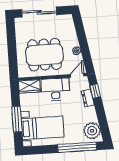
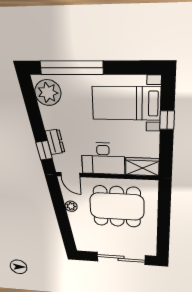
door: (77, 75) -> (70, 175), hinge flipped
window: (17, 119) -> (167, 120), width x0.46

